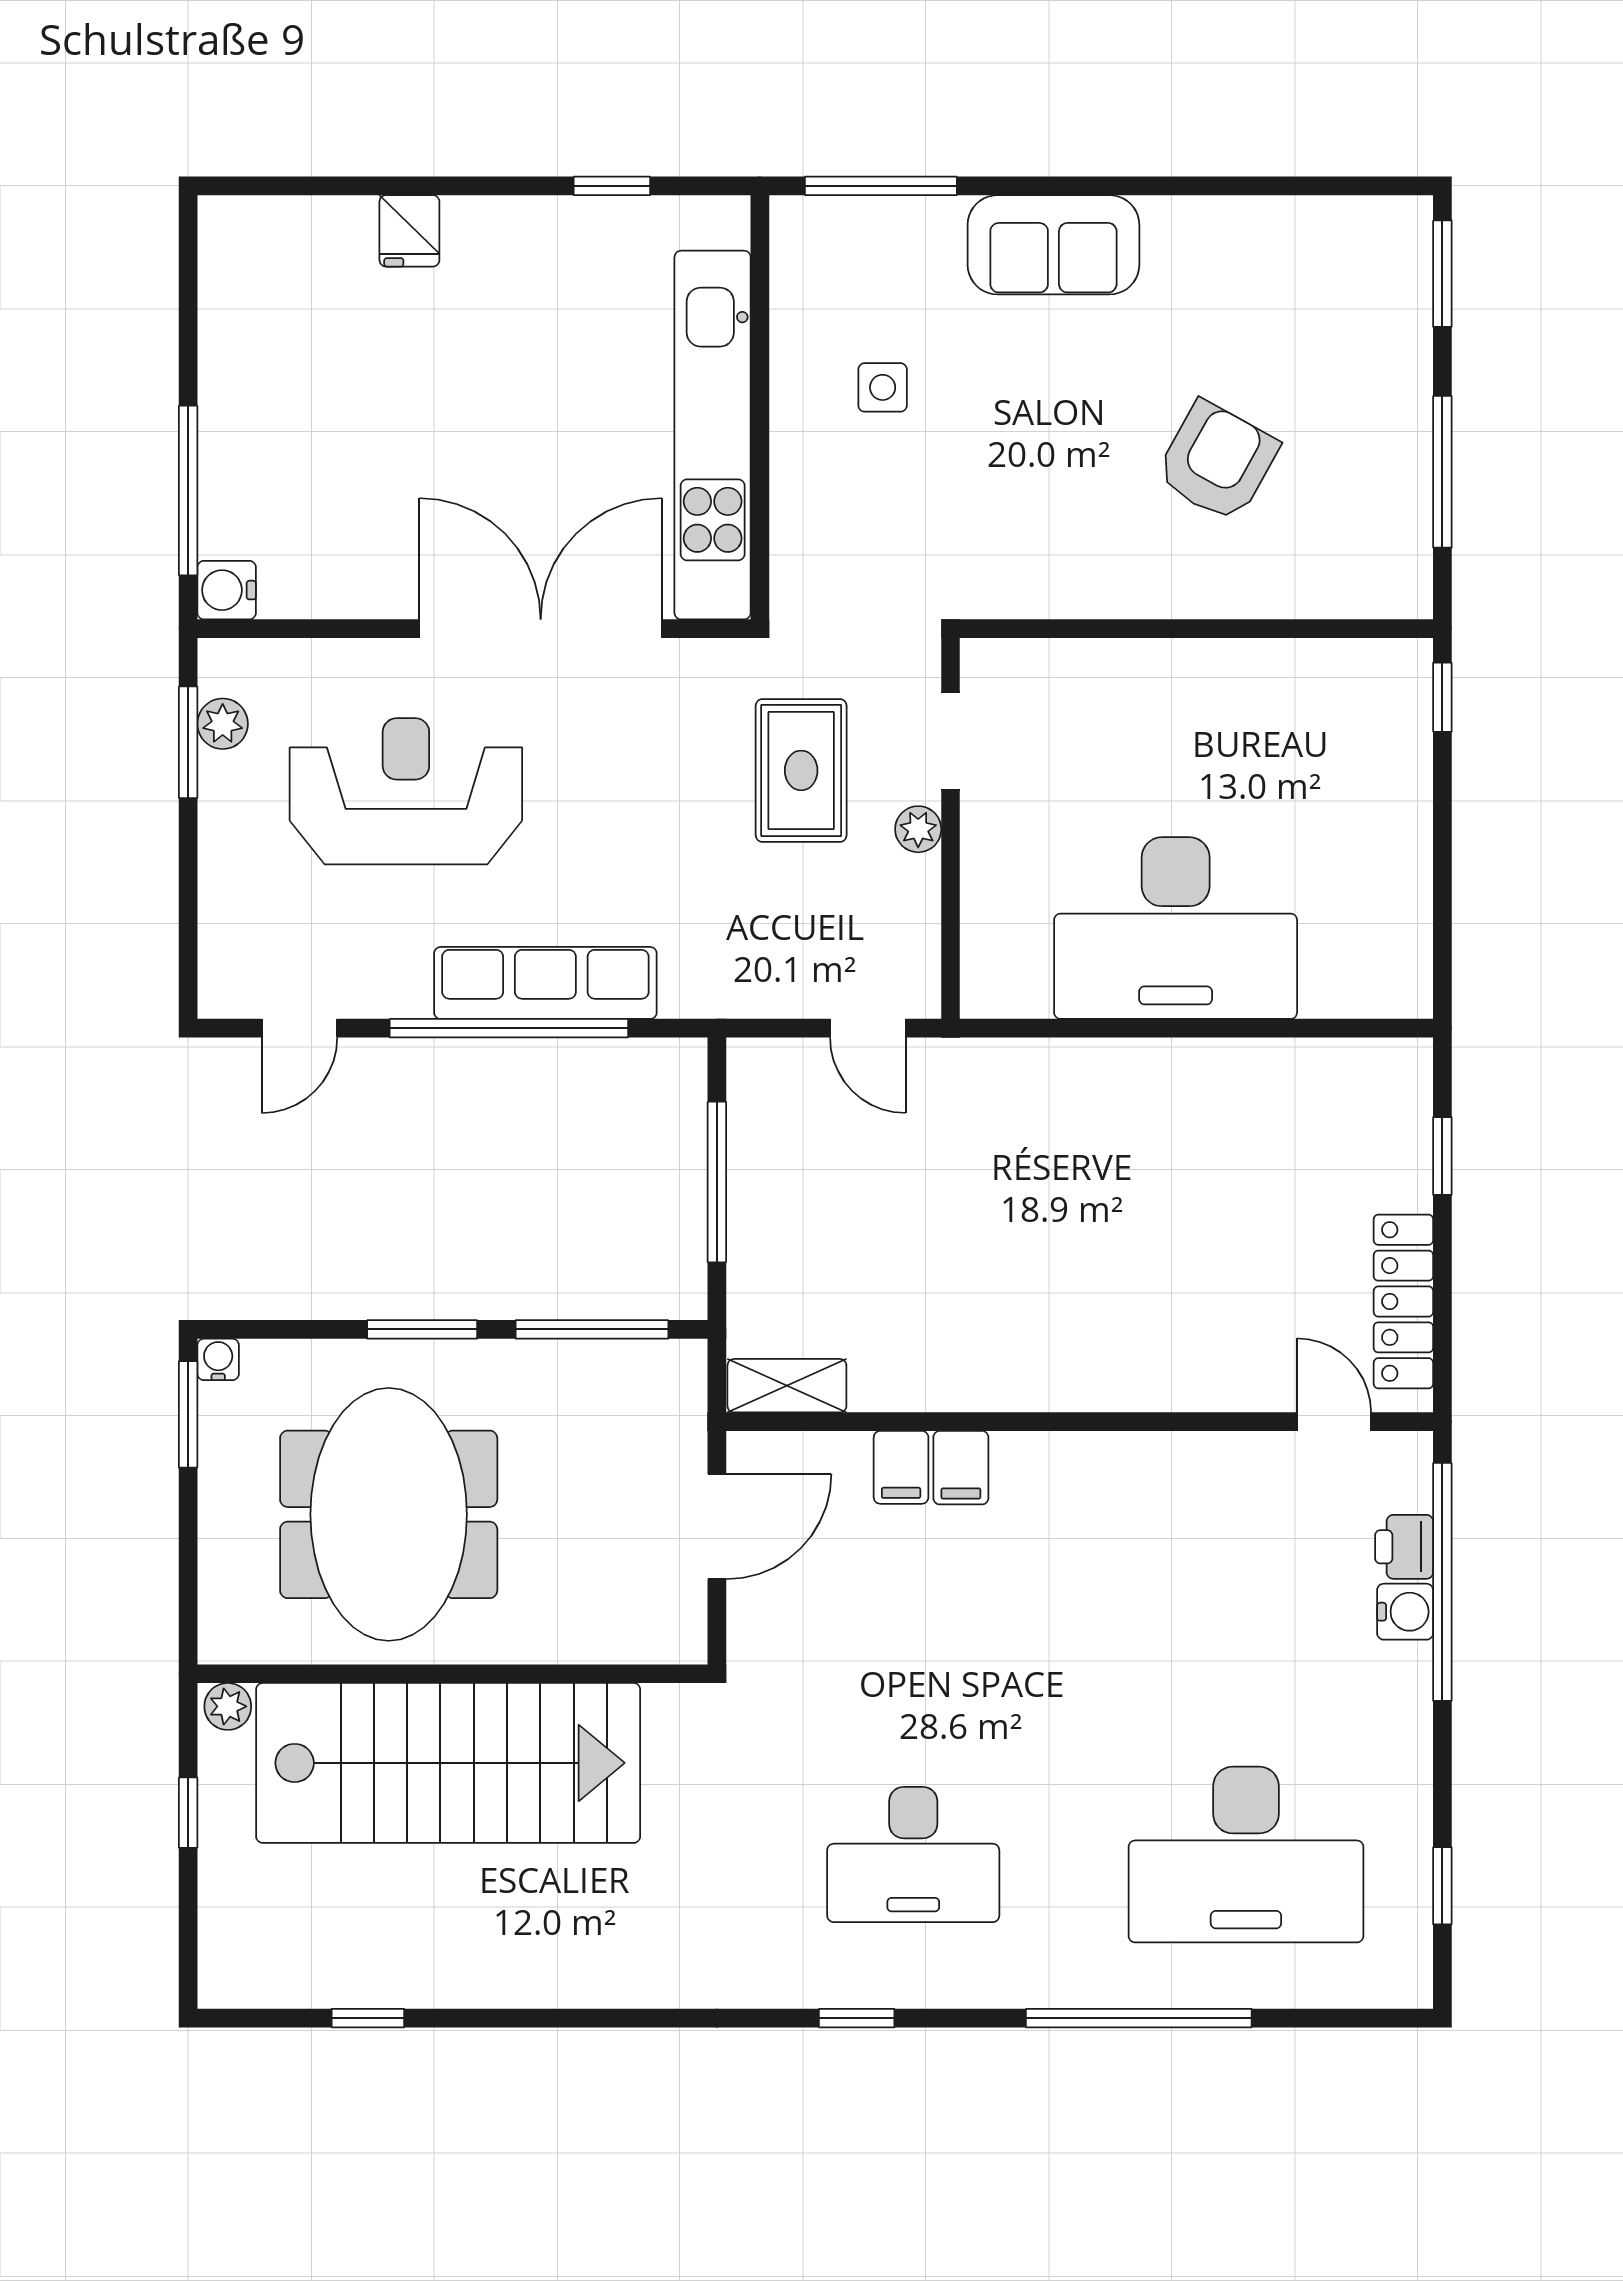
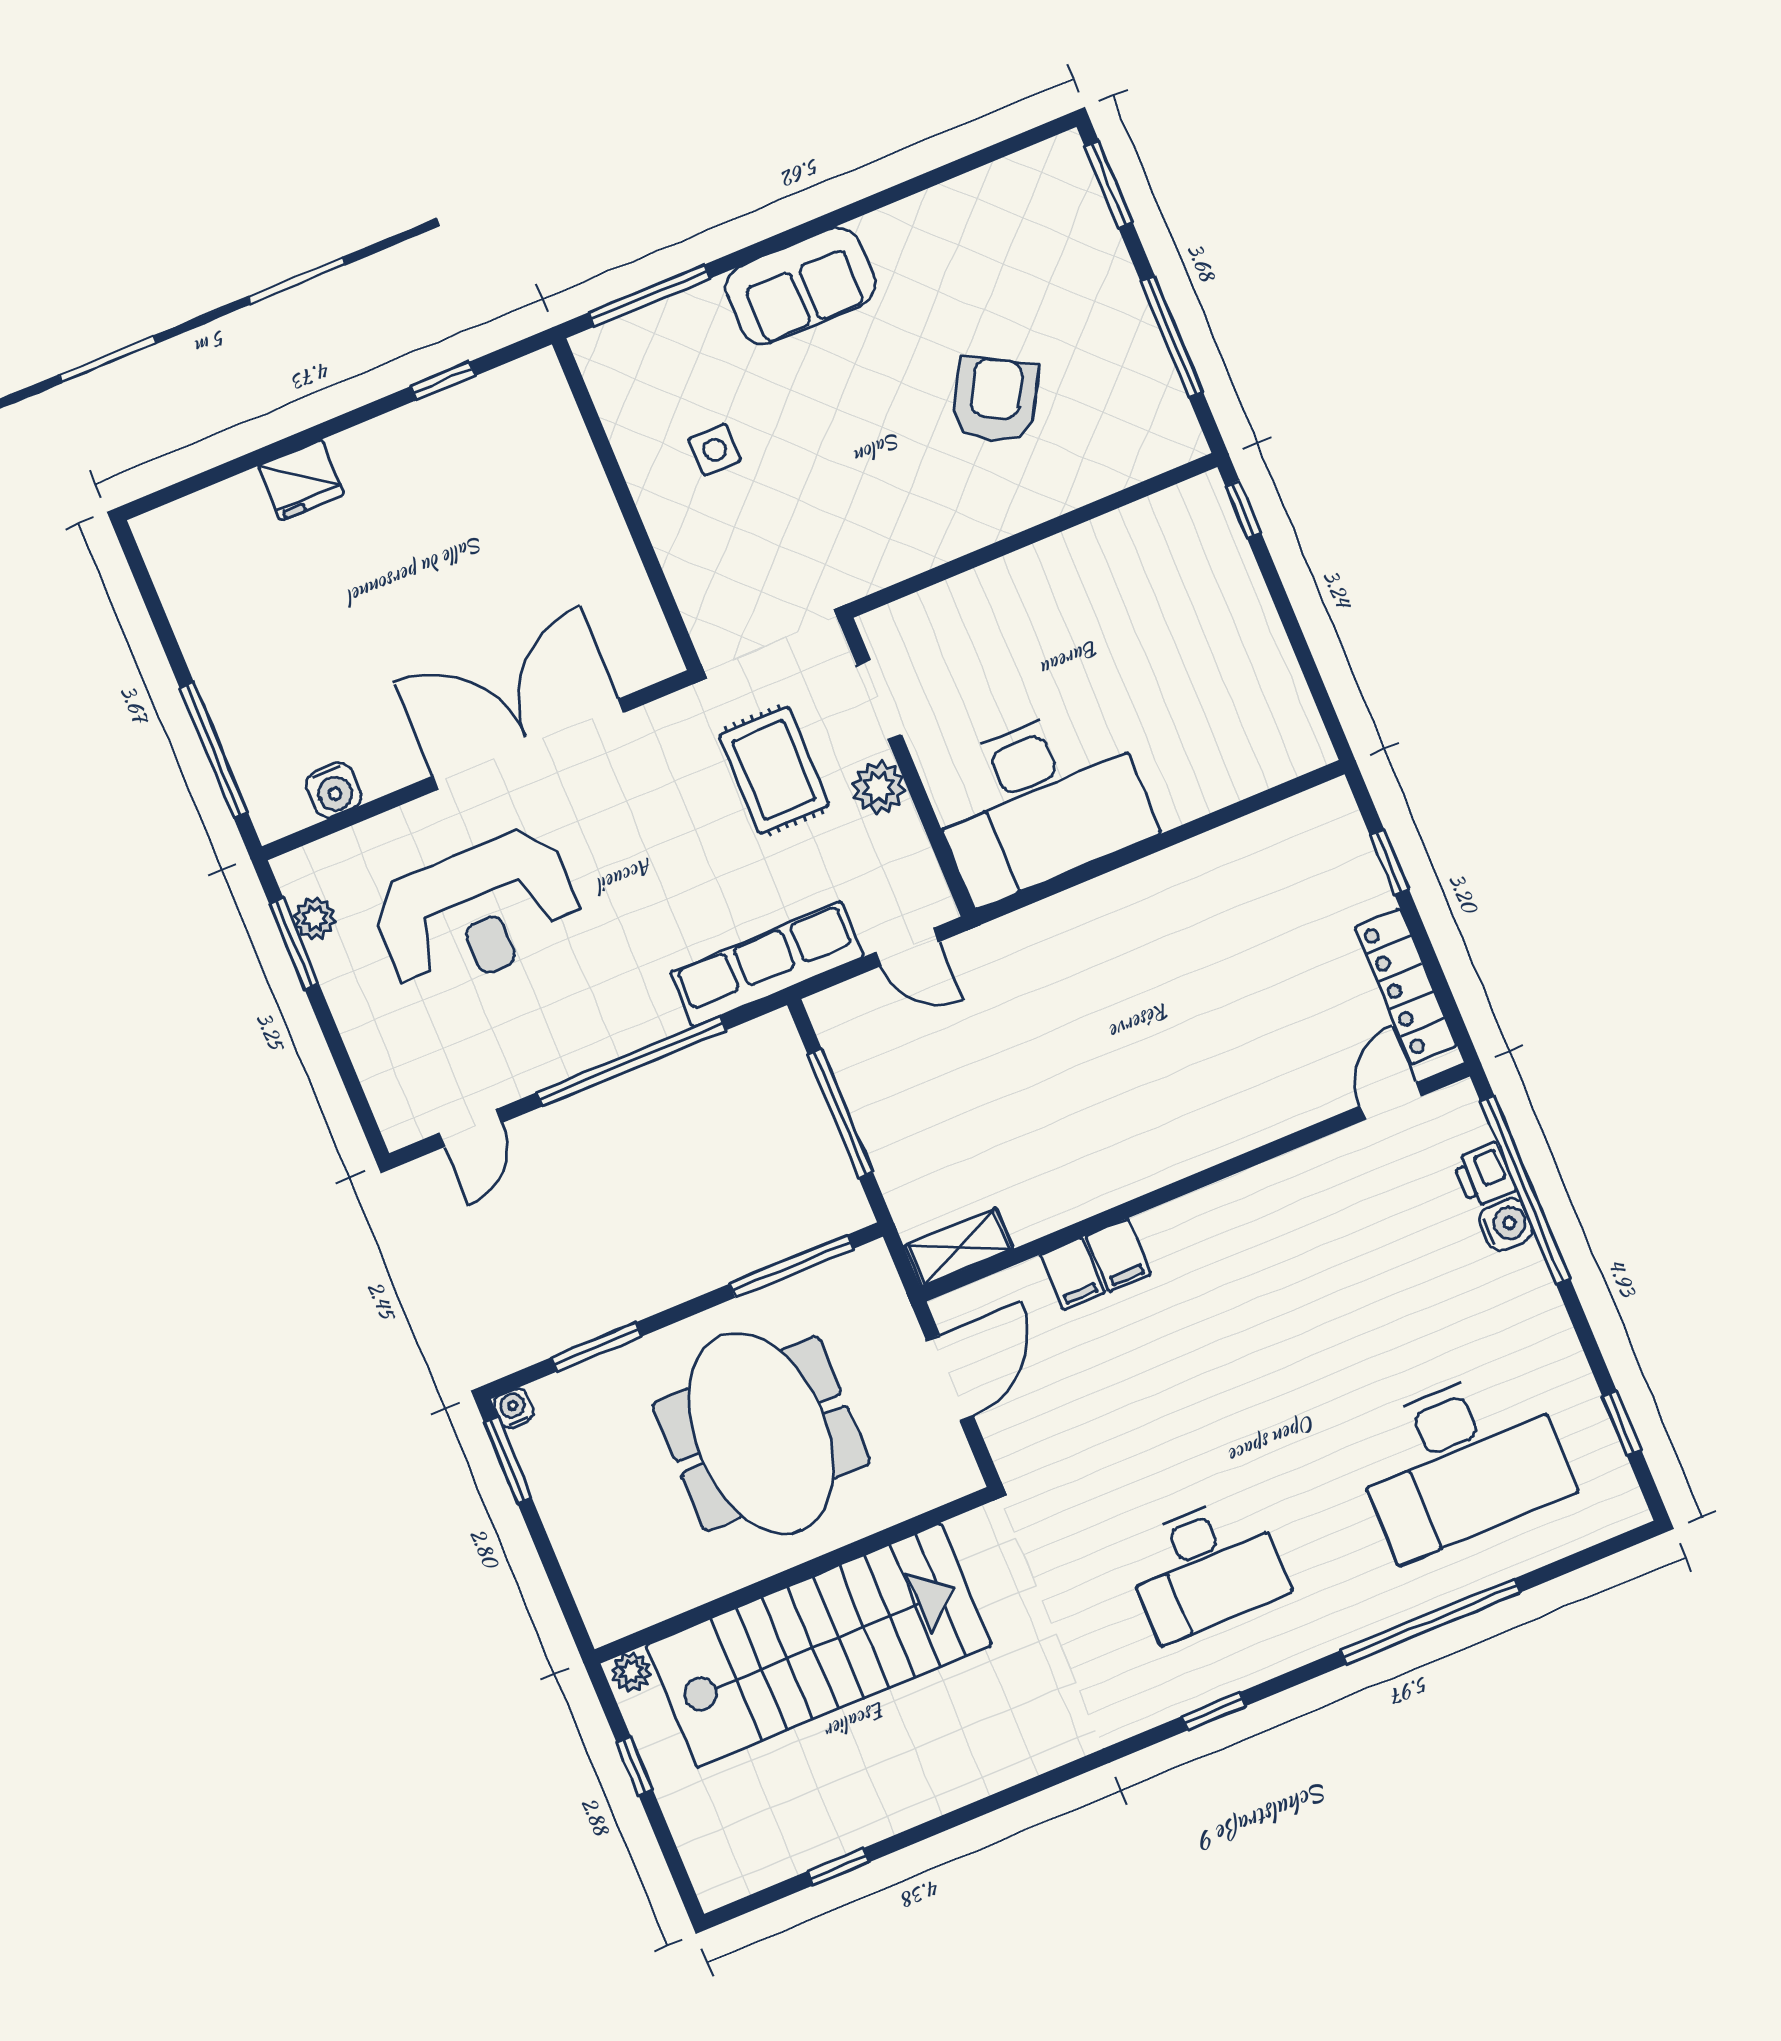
fridge: (409, 231) -> (301, 480), width x1.38
kitchen unit: (713, 435) -> (599, 541), removed
water cooler: (227, 590) -> (334, 790), moved, turned -90
reception desk: (406, 791) -> (477, 912), turned 180
plant: (918, 829) -> (879, 787), width x1.38, depth x1.38
desk: (1176, 928) -> (1039, 802), moved
row of seats: (545, 983) -> (767, 964), moved
window: (422, 1329) -> (597, 1347), moved
door: (1334, 1422) -> (1391, 1101), hinge flipped
meeting table: (389, 1514) -> (761, 1433), moved

